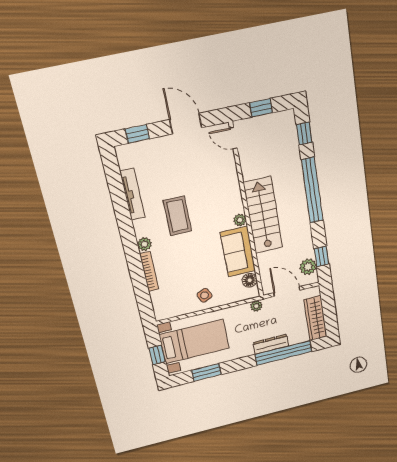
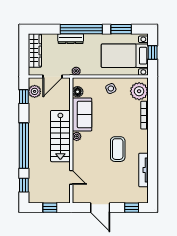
door: (233, 138) -> (71, 177), moved
plant: (144, 244) -> (139, 91), moved, width x1.88, depth x1.88
door: (287, 291) -> (53, 77), hinge flipped
window: (283, 353) -> (81, 29), moved

